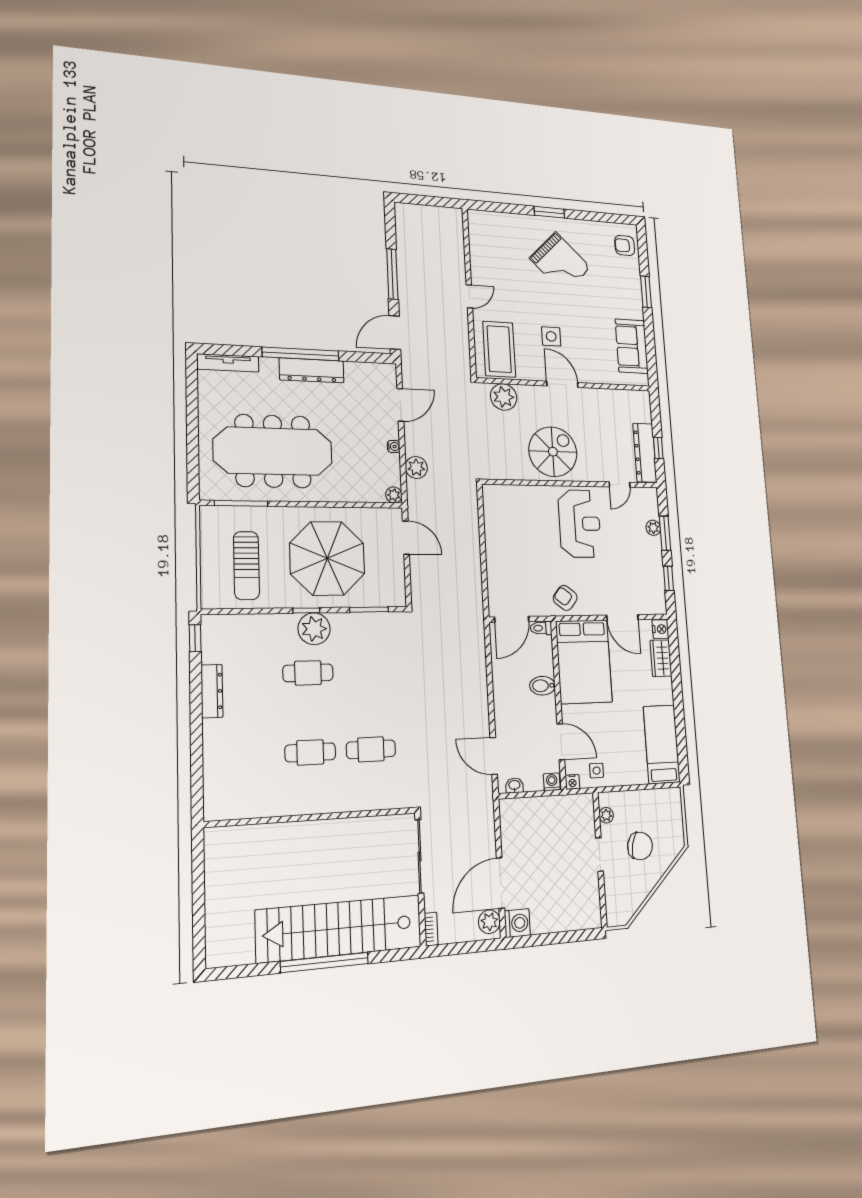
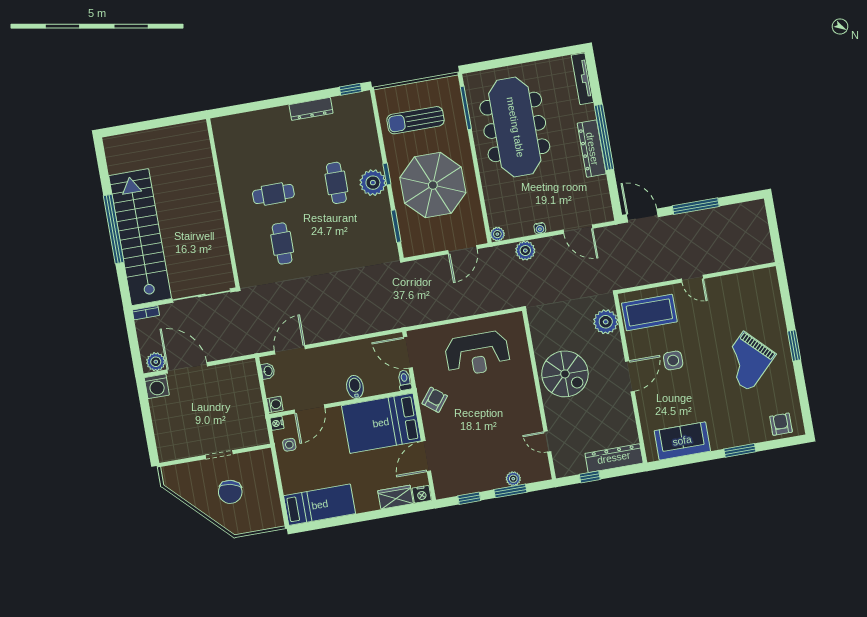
dresser: (645, 453) -> (614, 458), moved
reception desk: (580, 524) -> (477, 354), moved
cafe table: (310, 752) -> (273, 194), turned 90
plant: (606, 815) -> (253, 458), removed

